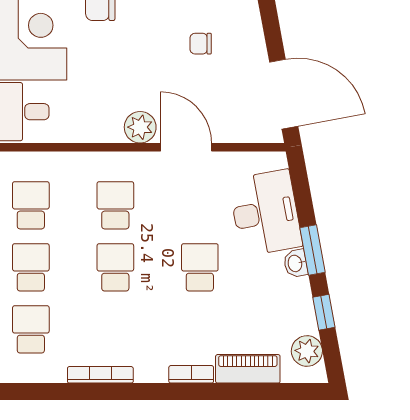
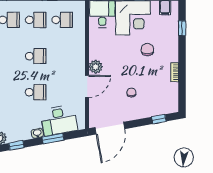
school desk: (115, 205) -> (62, 56), removed
window: (312, 250) -> (53, 139), moved

